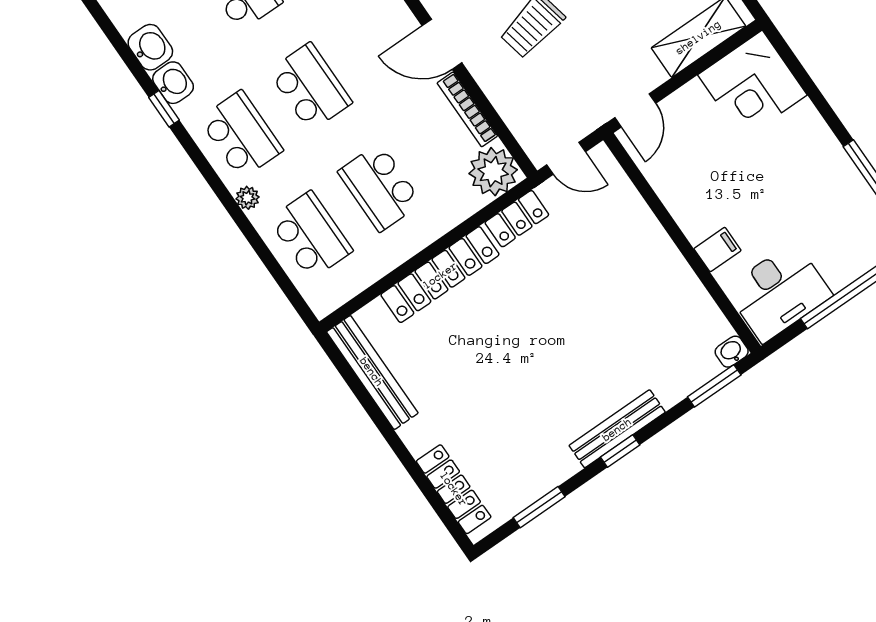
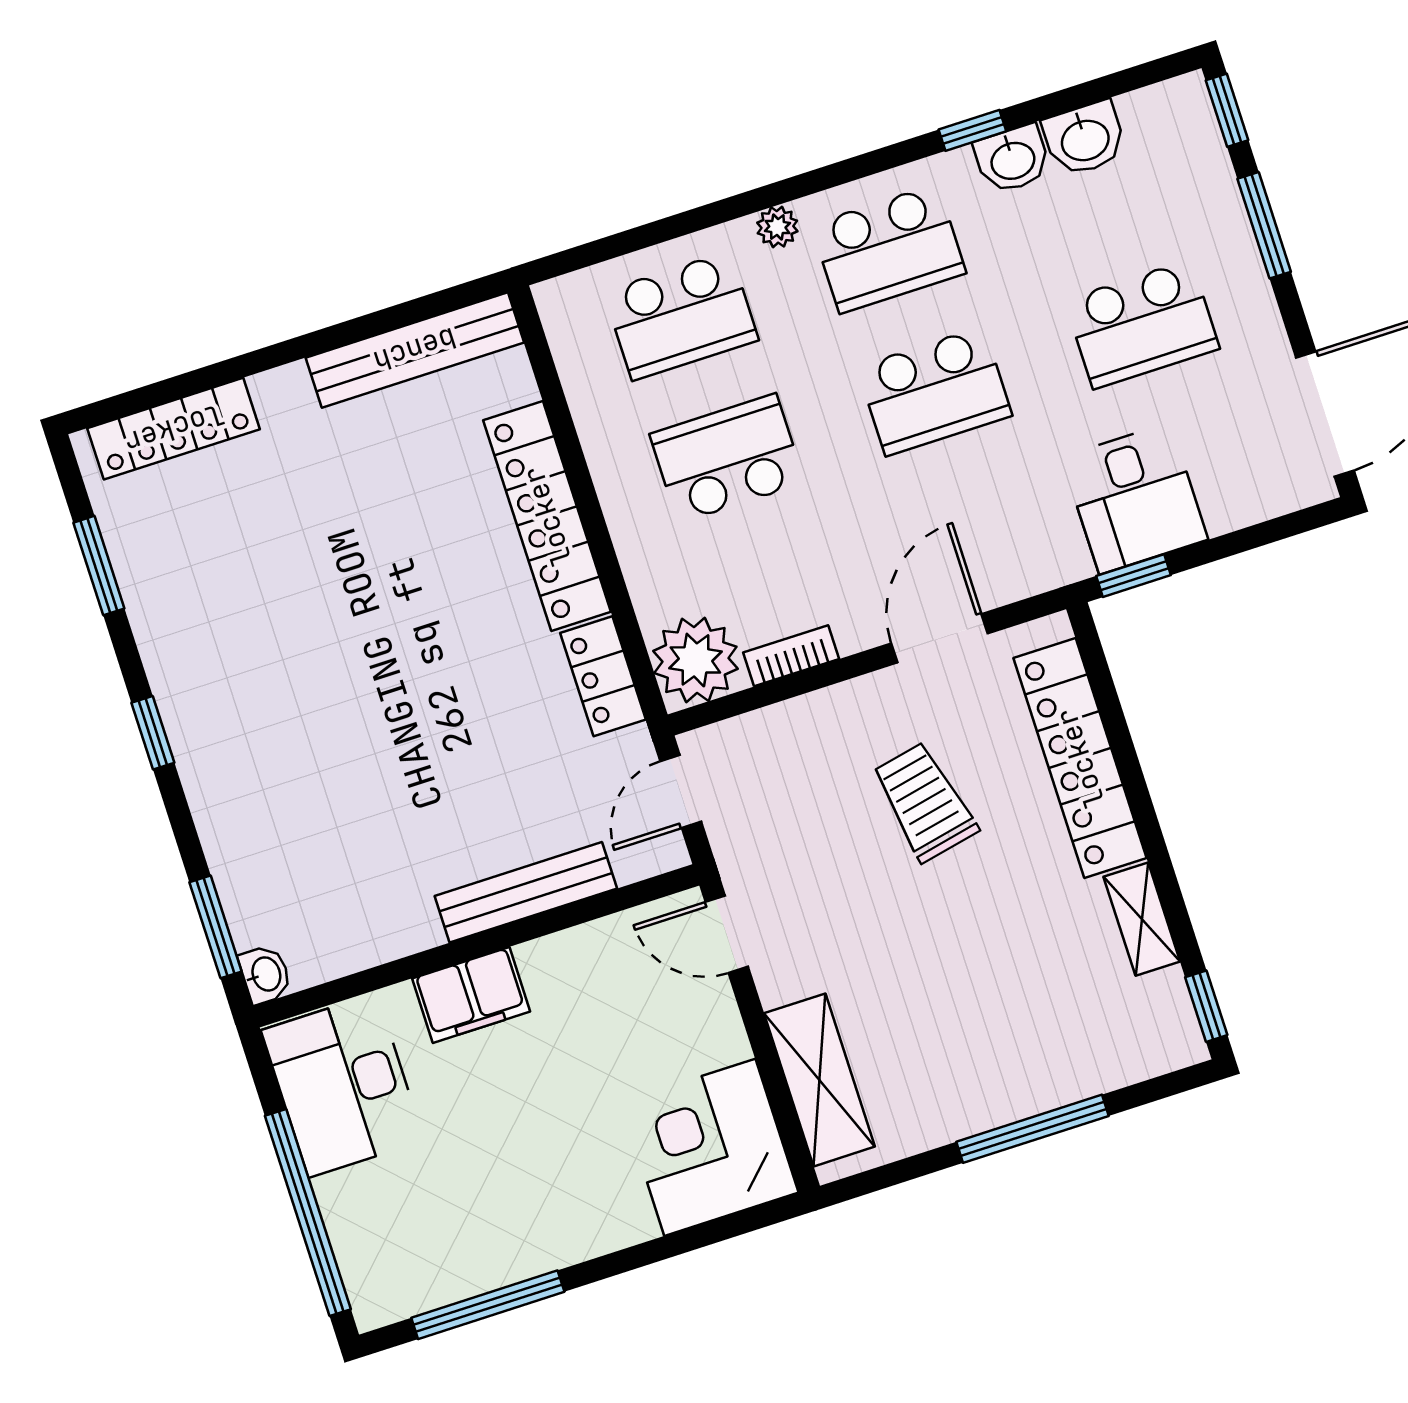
bookcase: (467, 109) -> (791, 656), width x0.64
filing cabinet: (717, 250) -> (471, 995), width x2.00
bench: (617, 429) -> (526, 892), moved, turned 90

